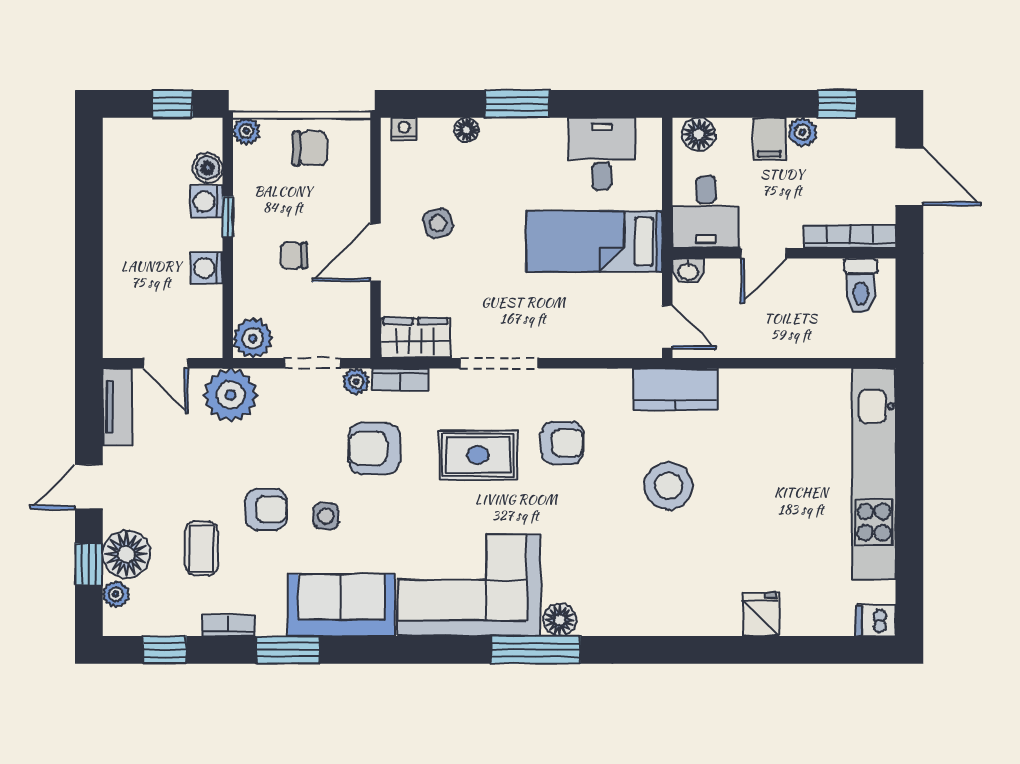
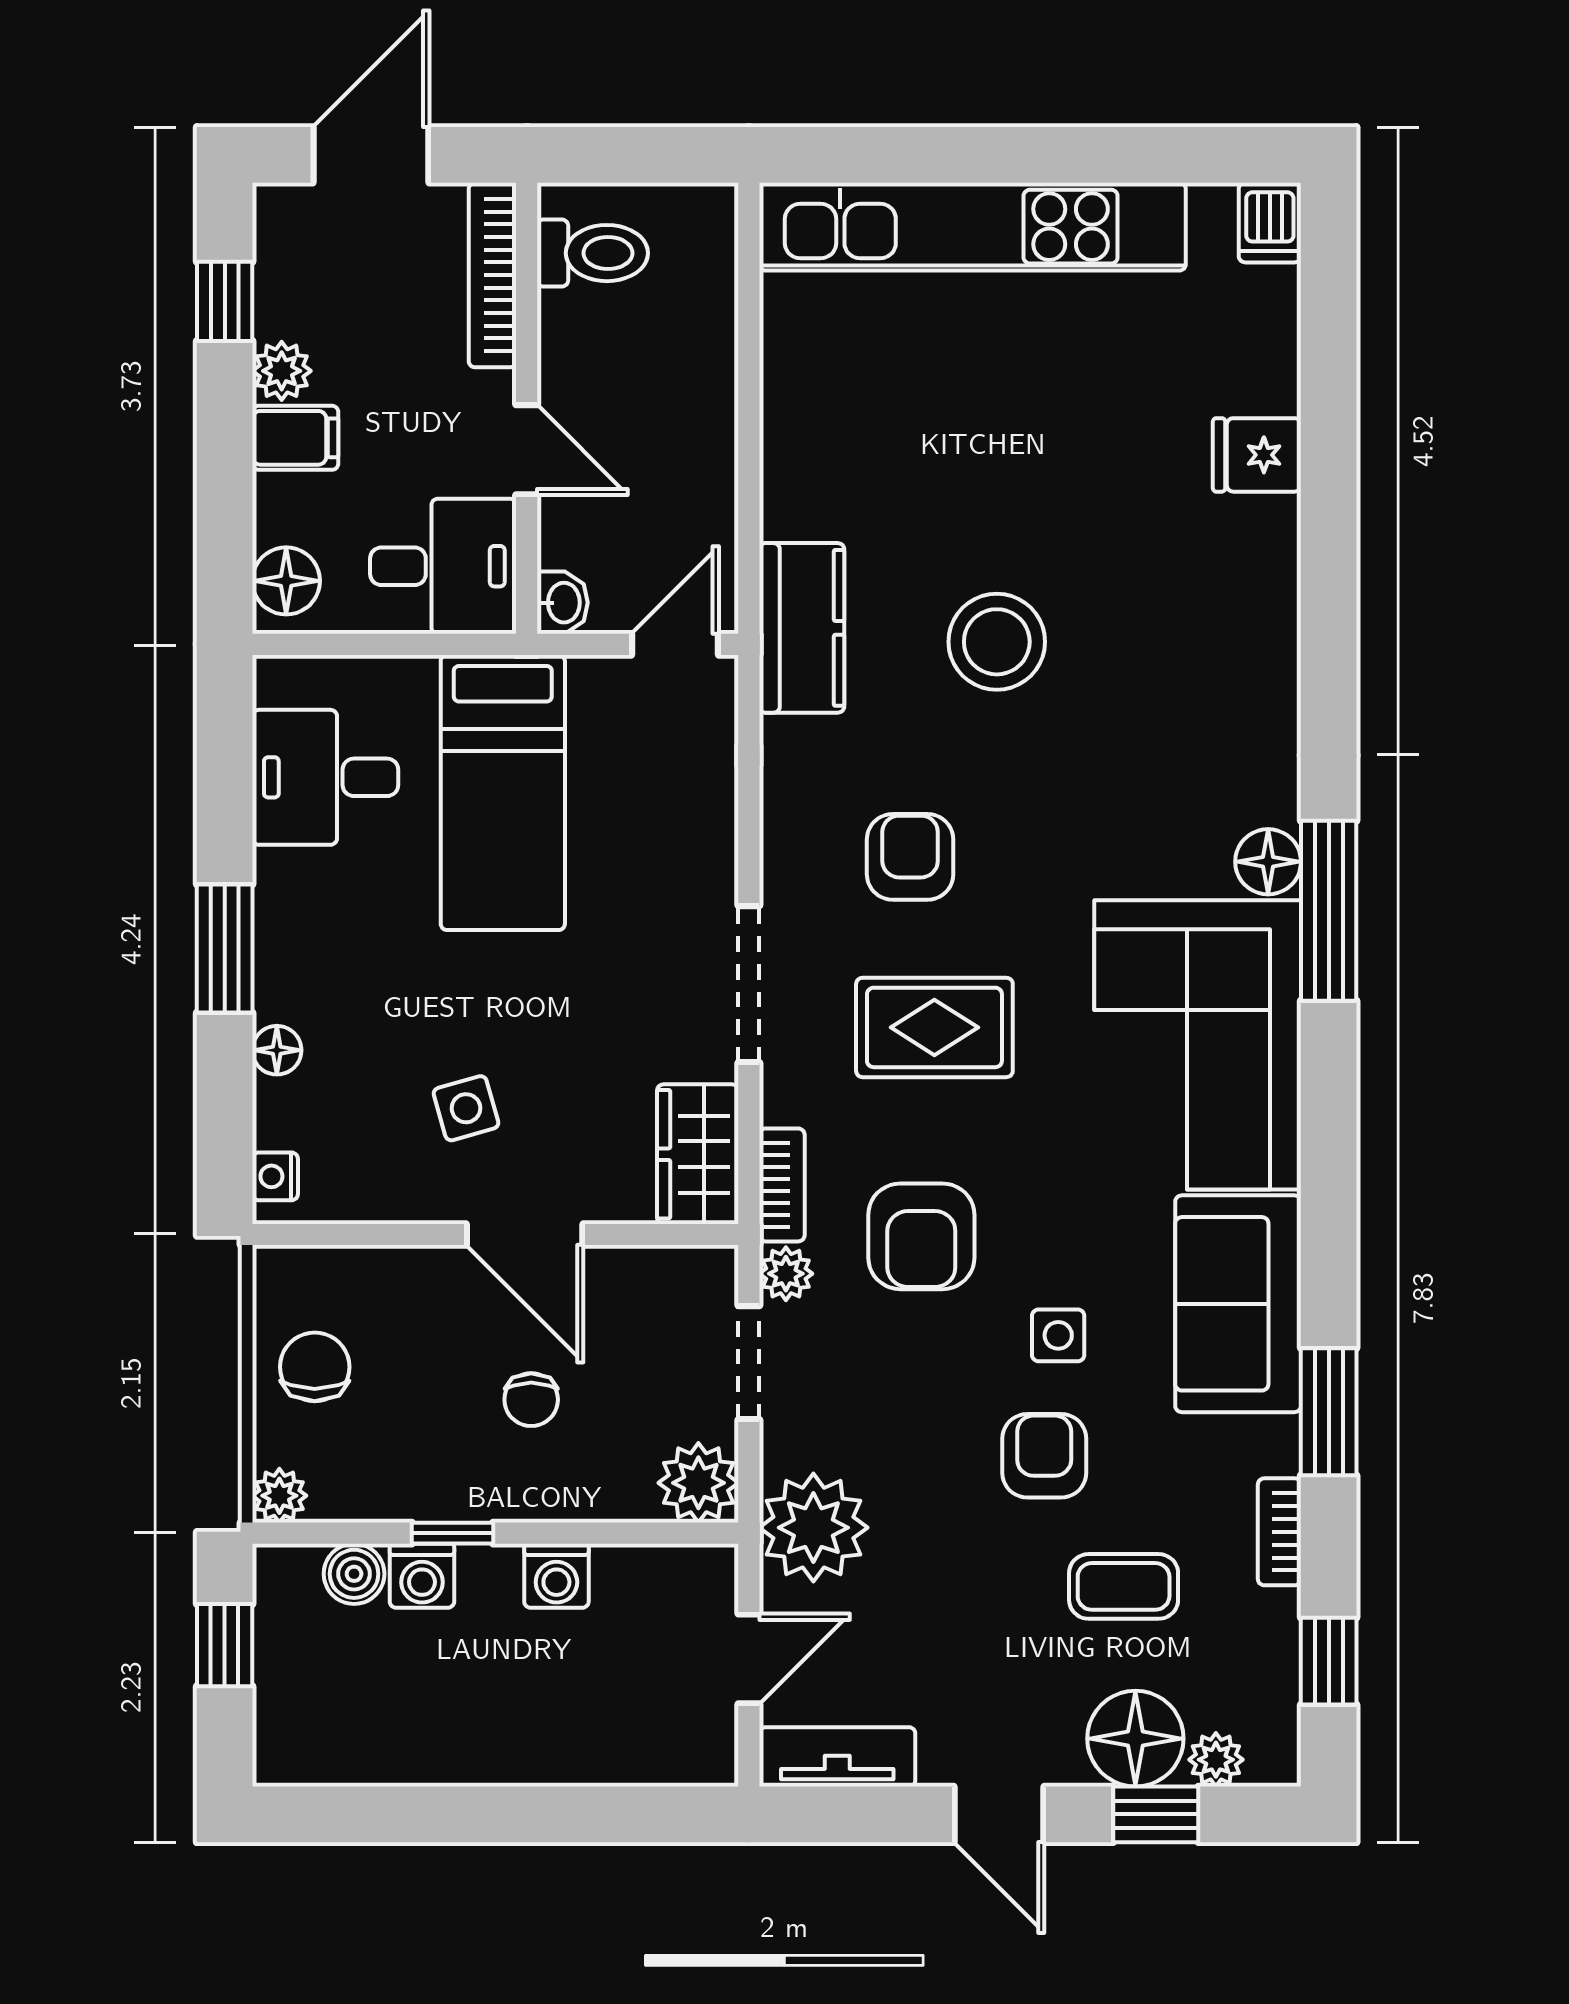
rug: (478, 455) -> (934, 1027), turned 90

